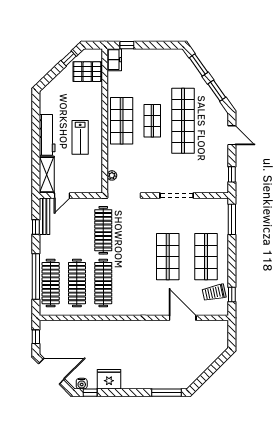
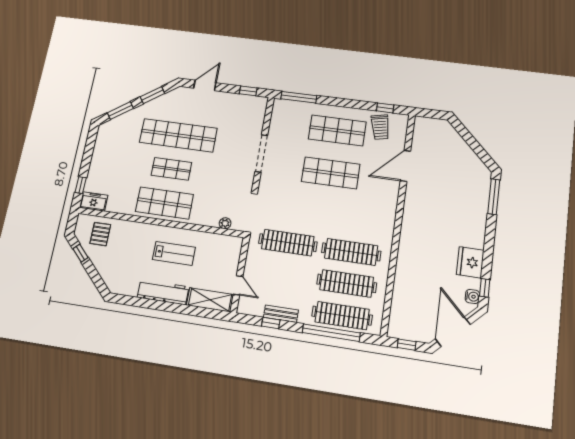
pallet: (87, 72) -> (100, 234), width x0.67, depth x0.71
bench: (45, 216) -> (281, 314), moved, width x0.73

